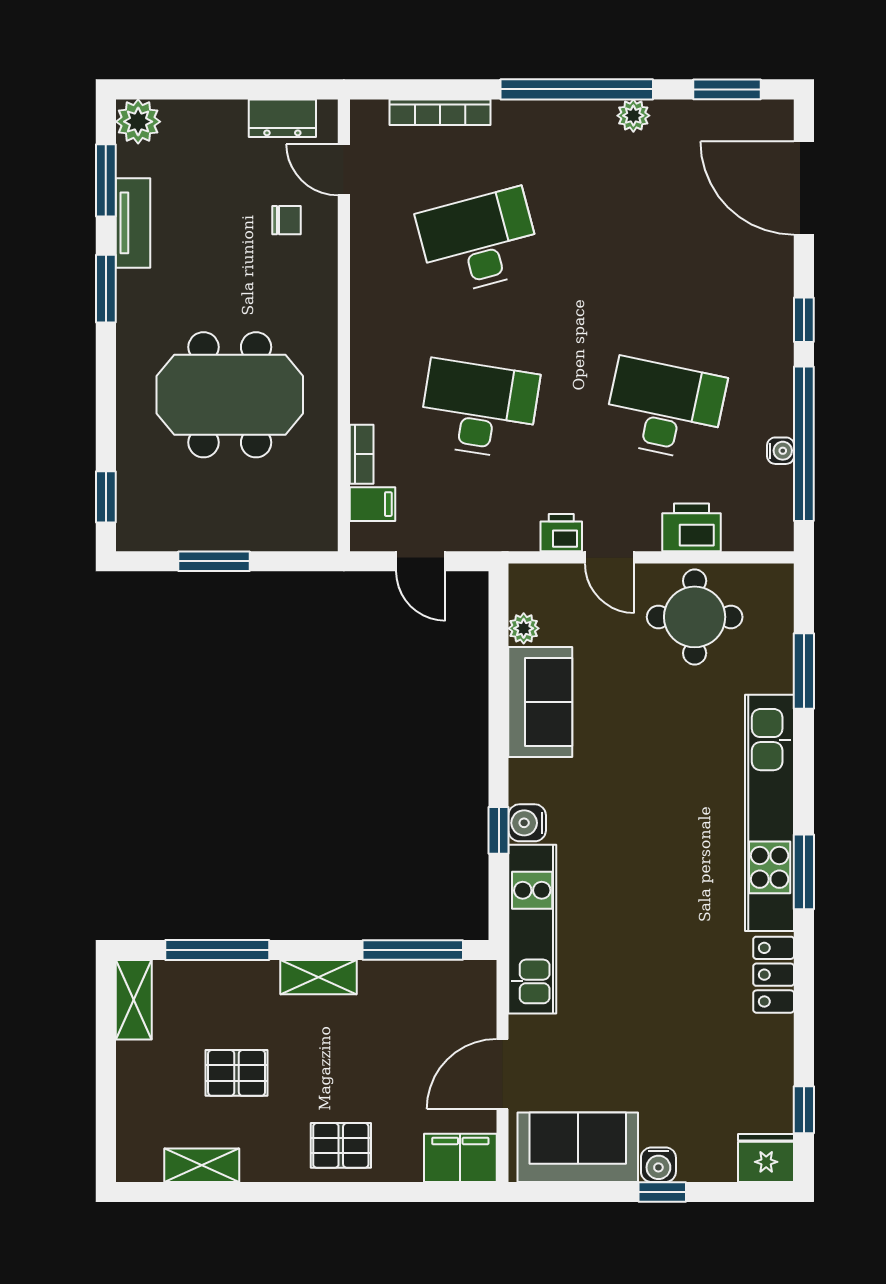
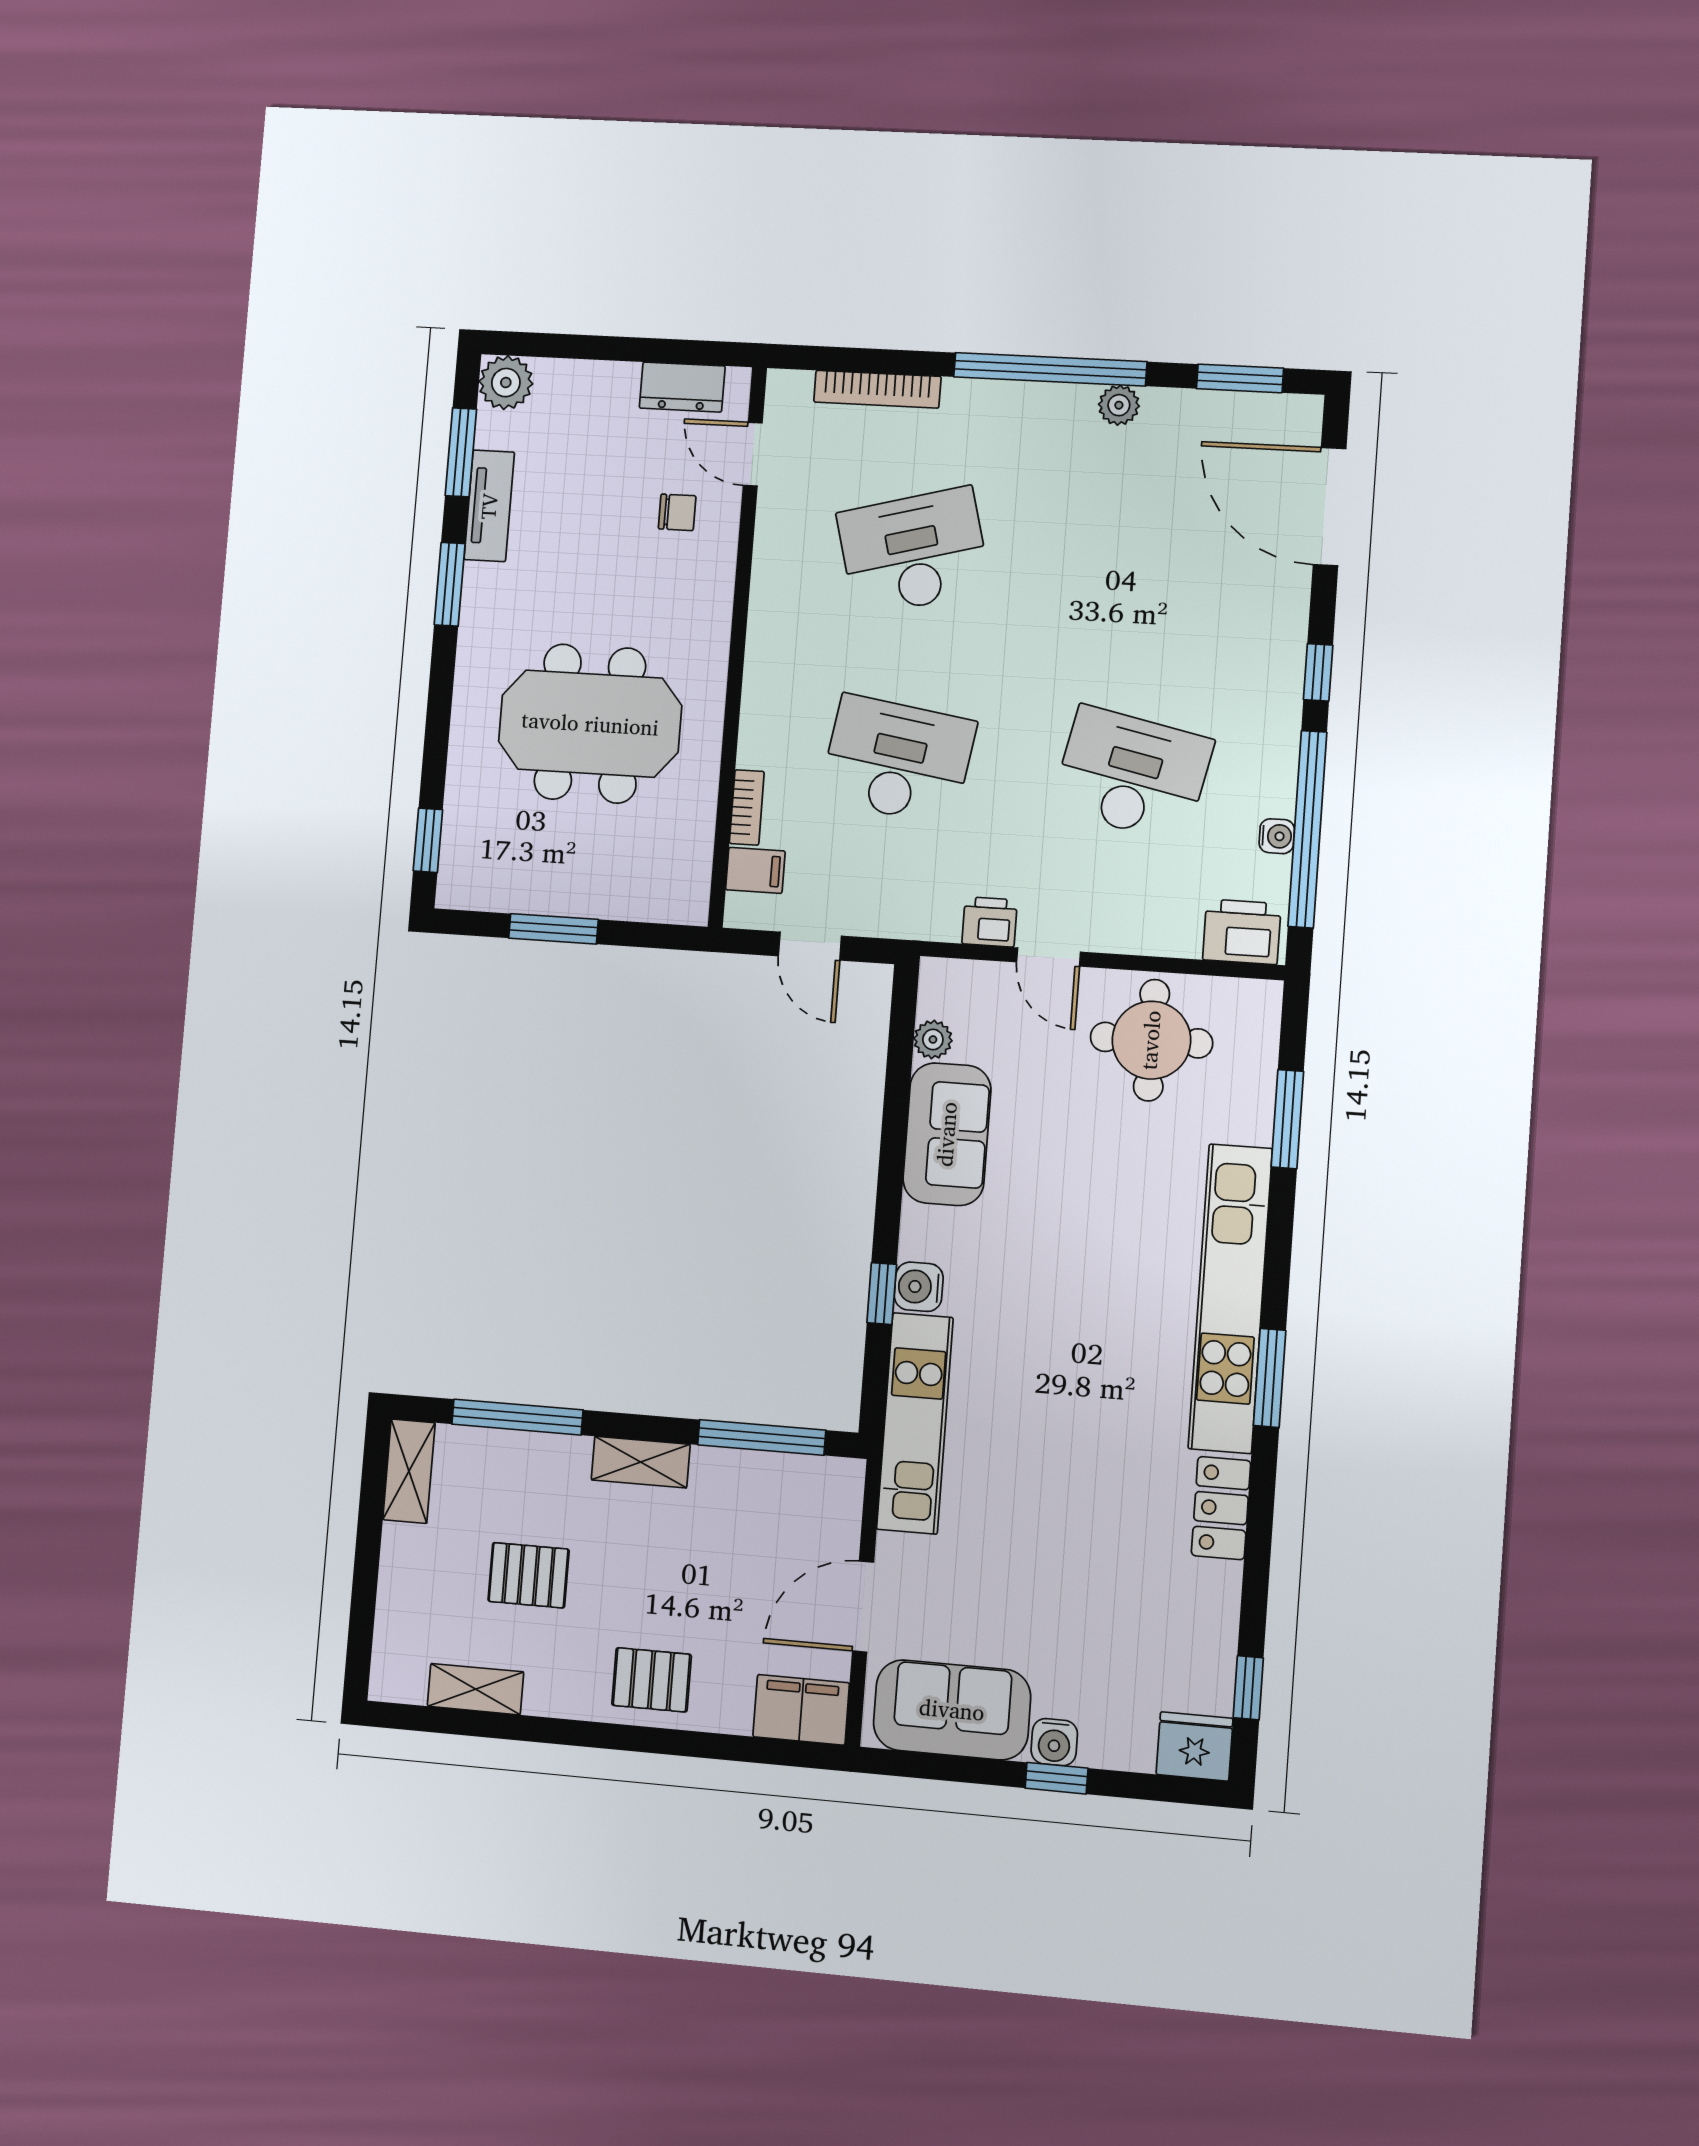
printer: (692, 527) -> (1242, 932), moved

